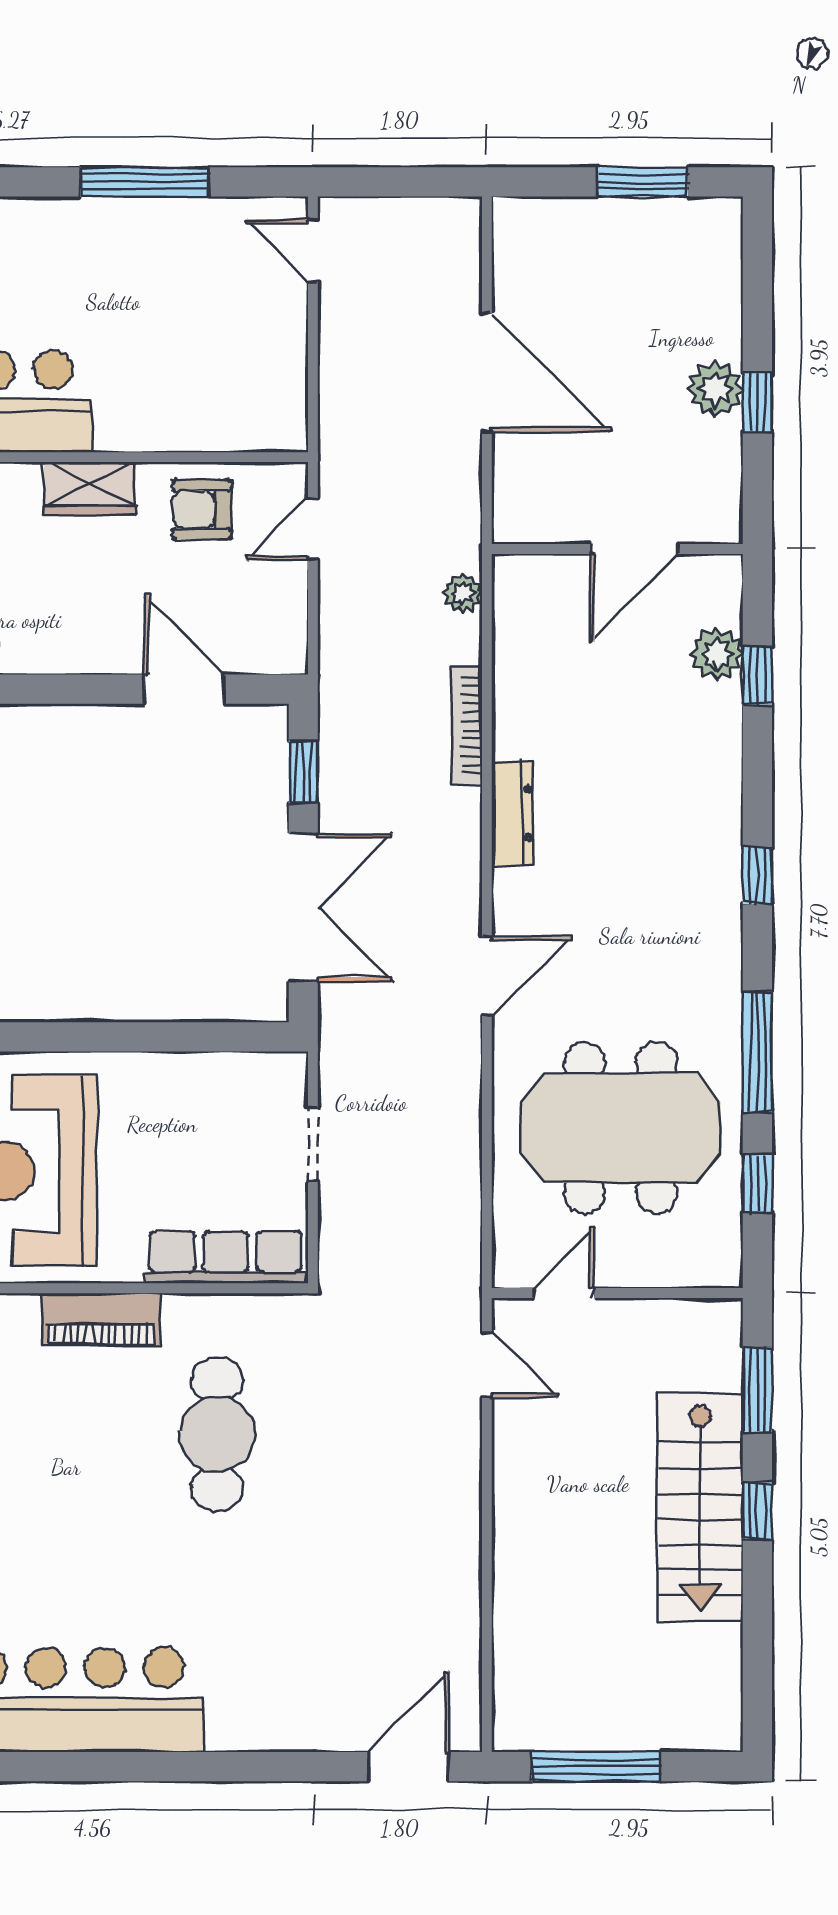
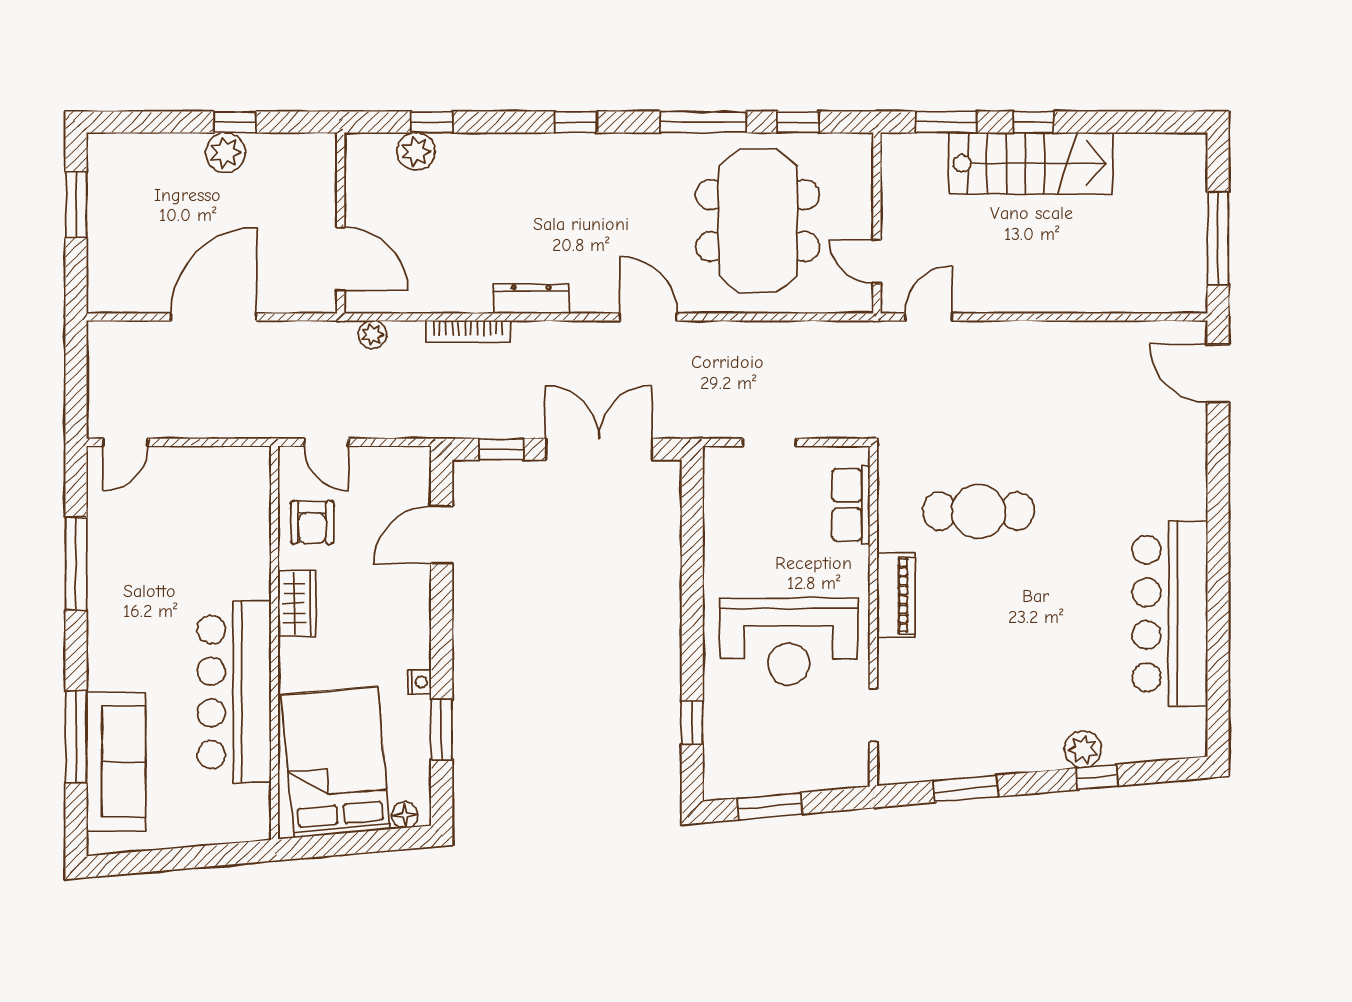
door: (634, 549) -> (341, 259), moved
row of seats: (226, 1257) -> (851, 505), width x0.68

